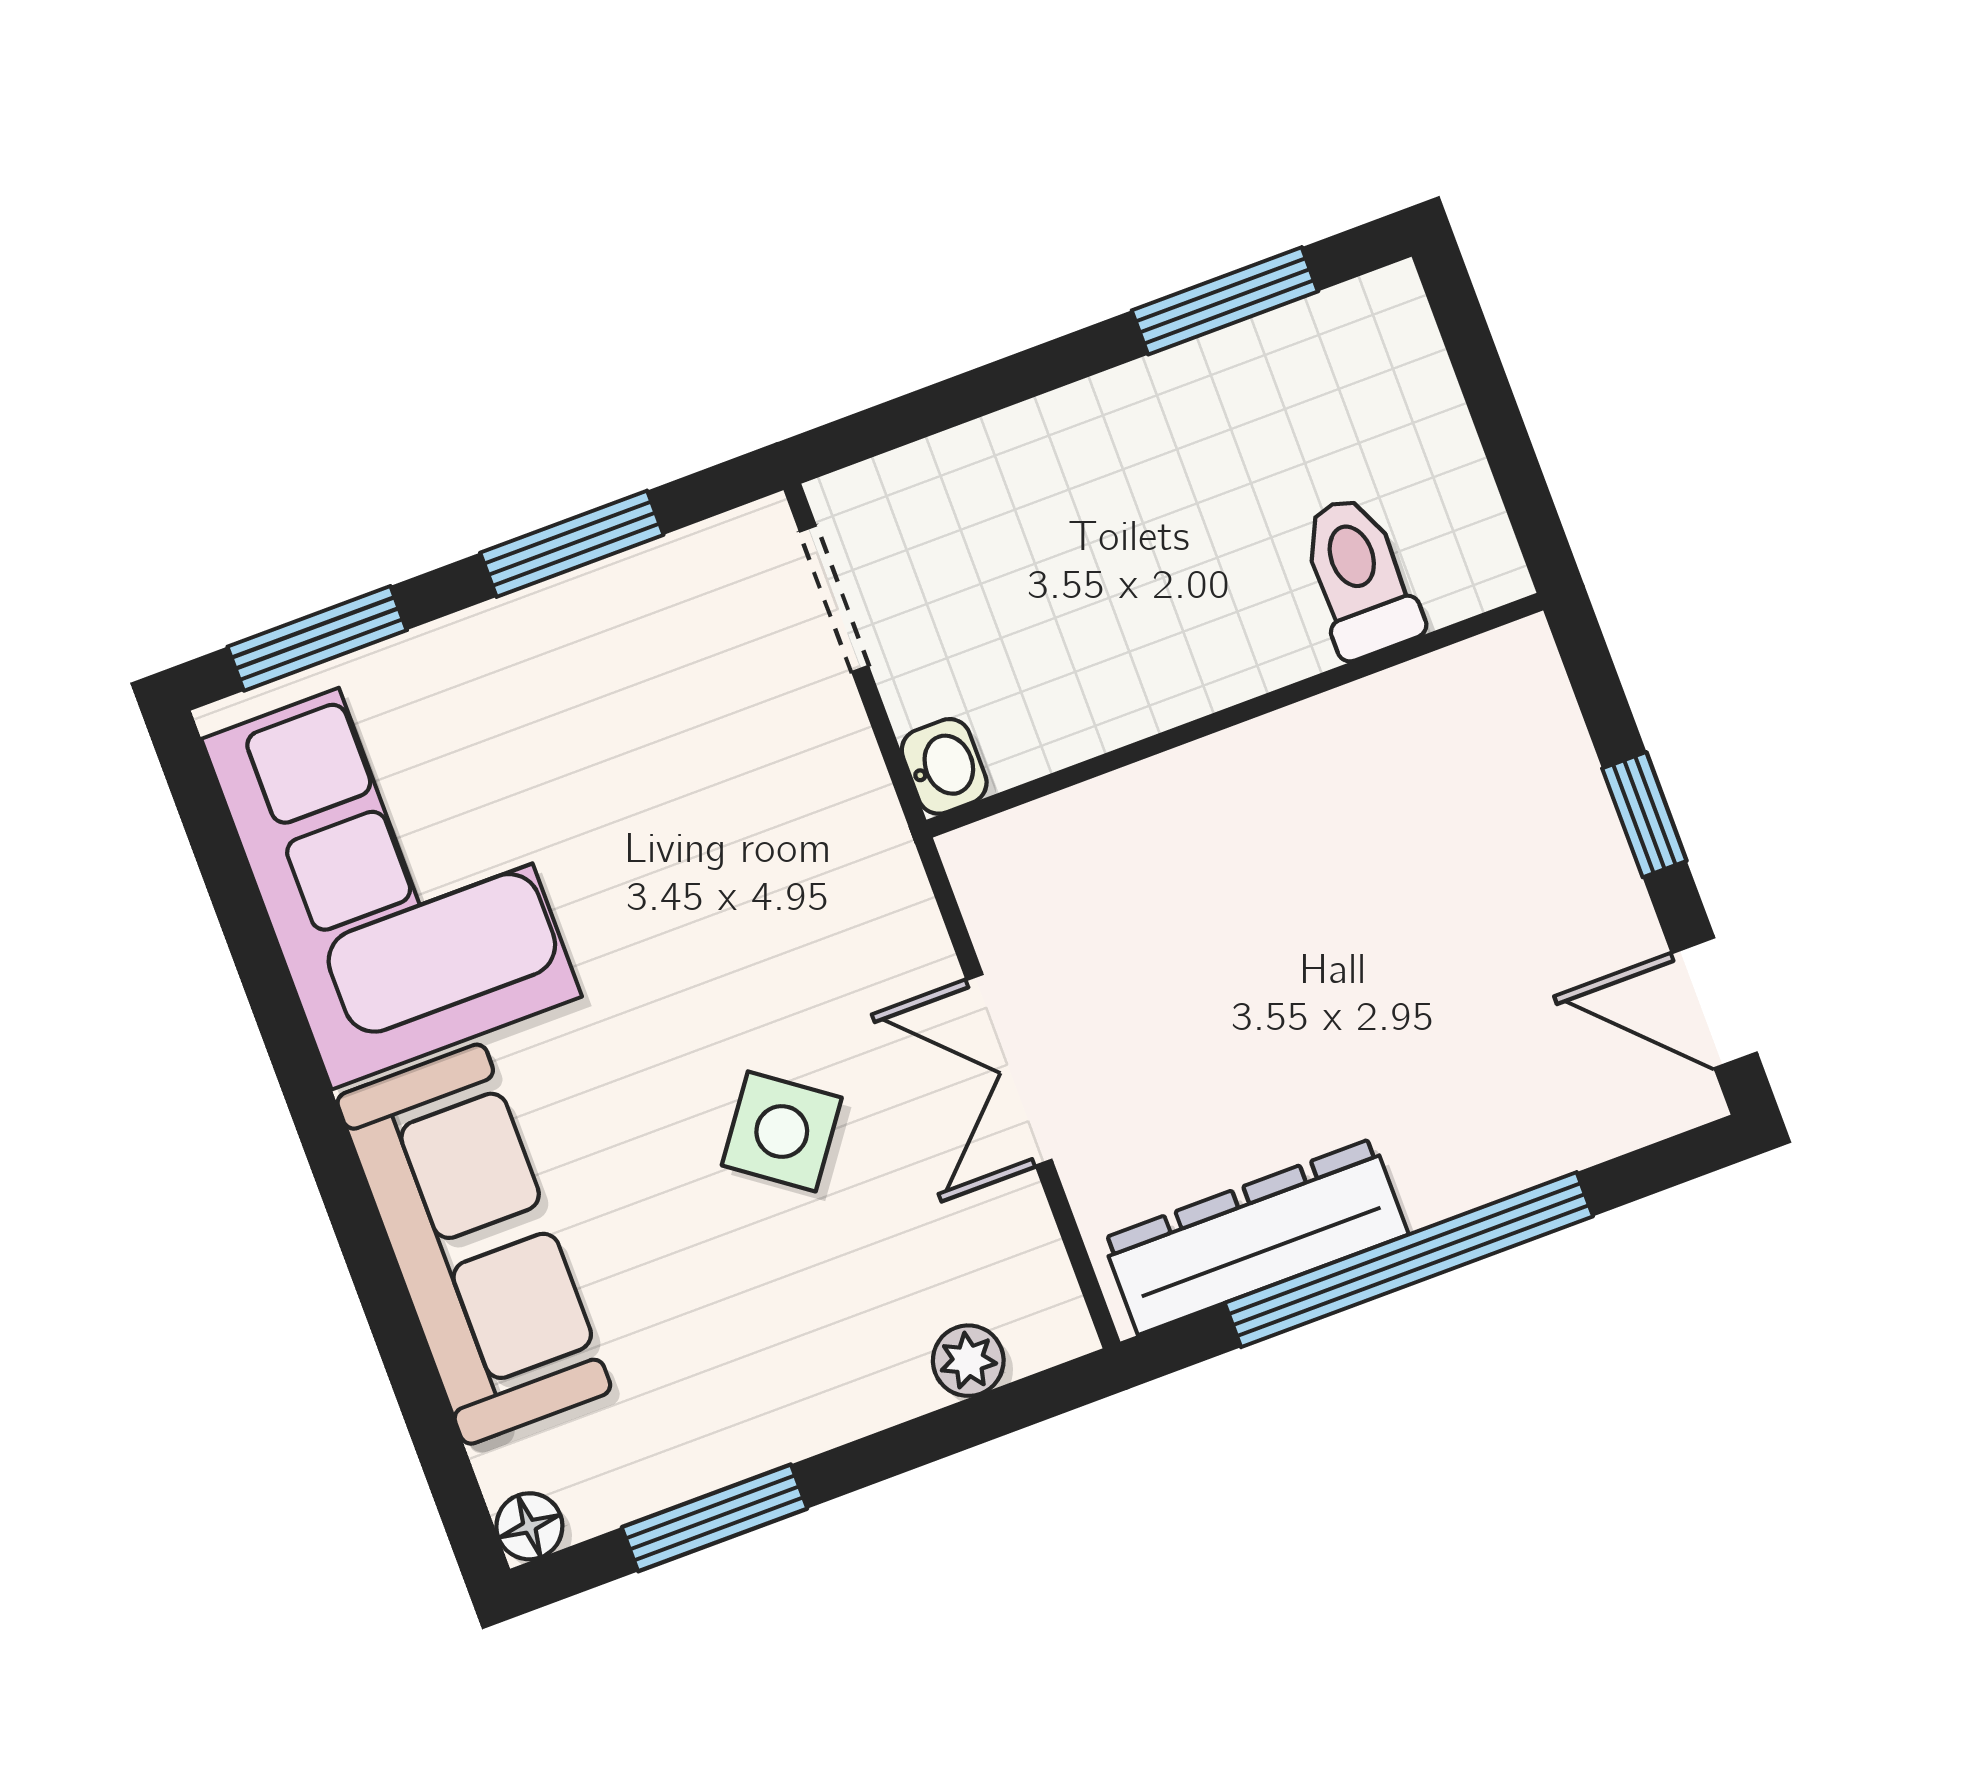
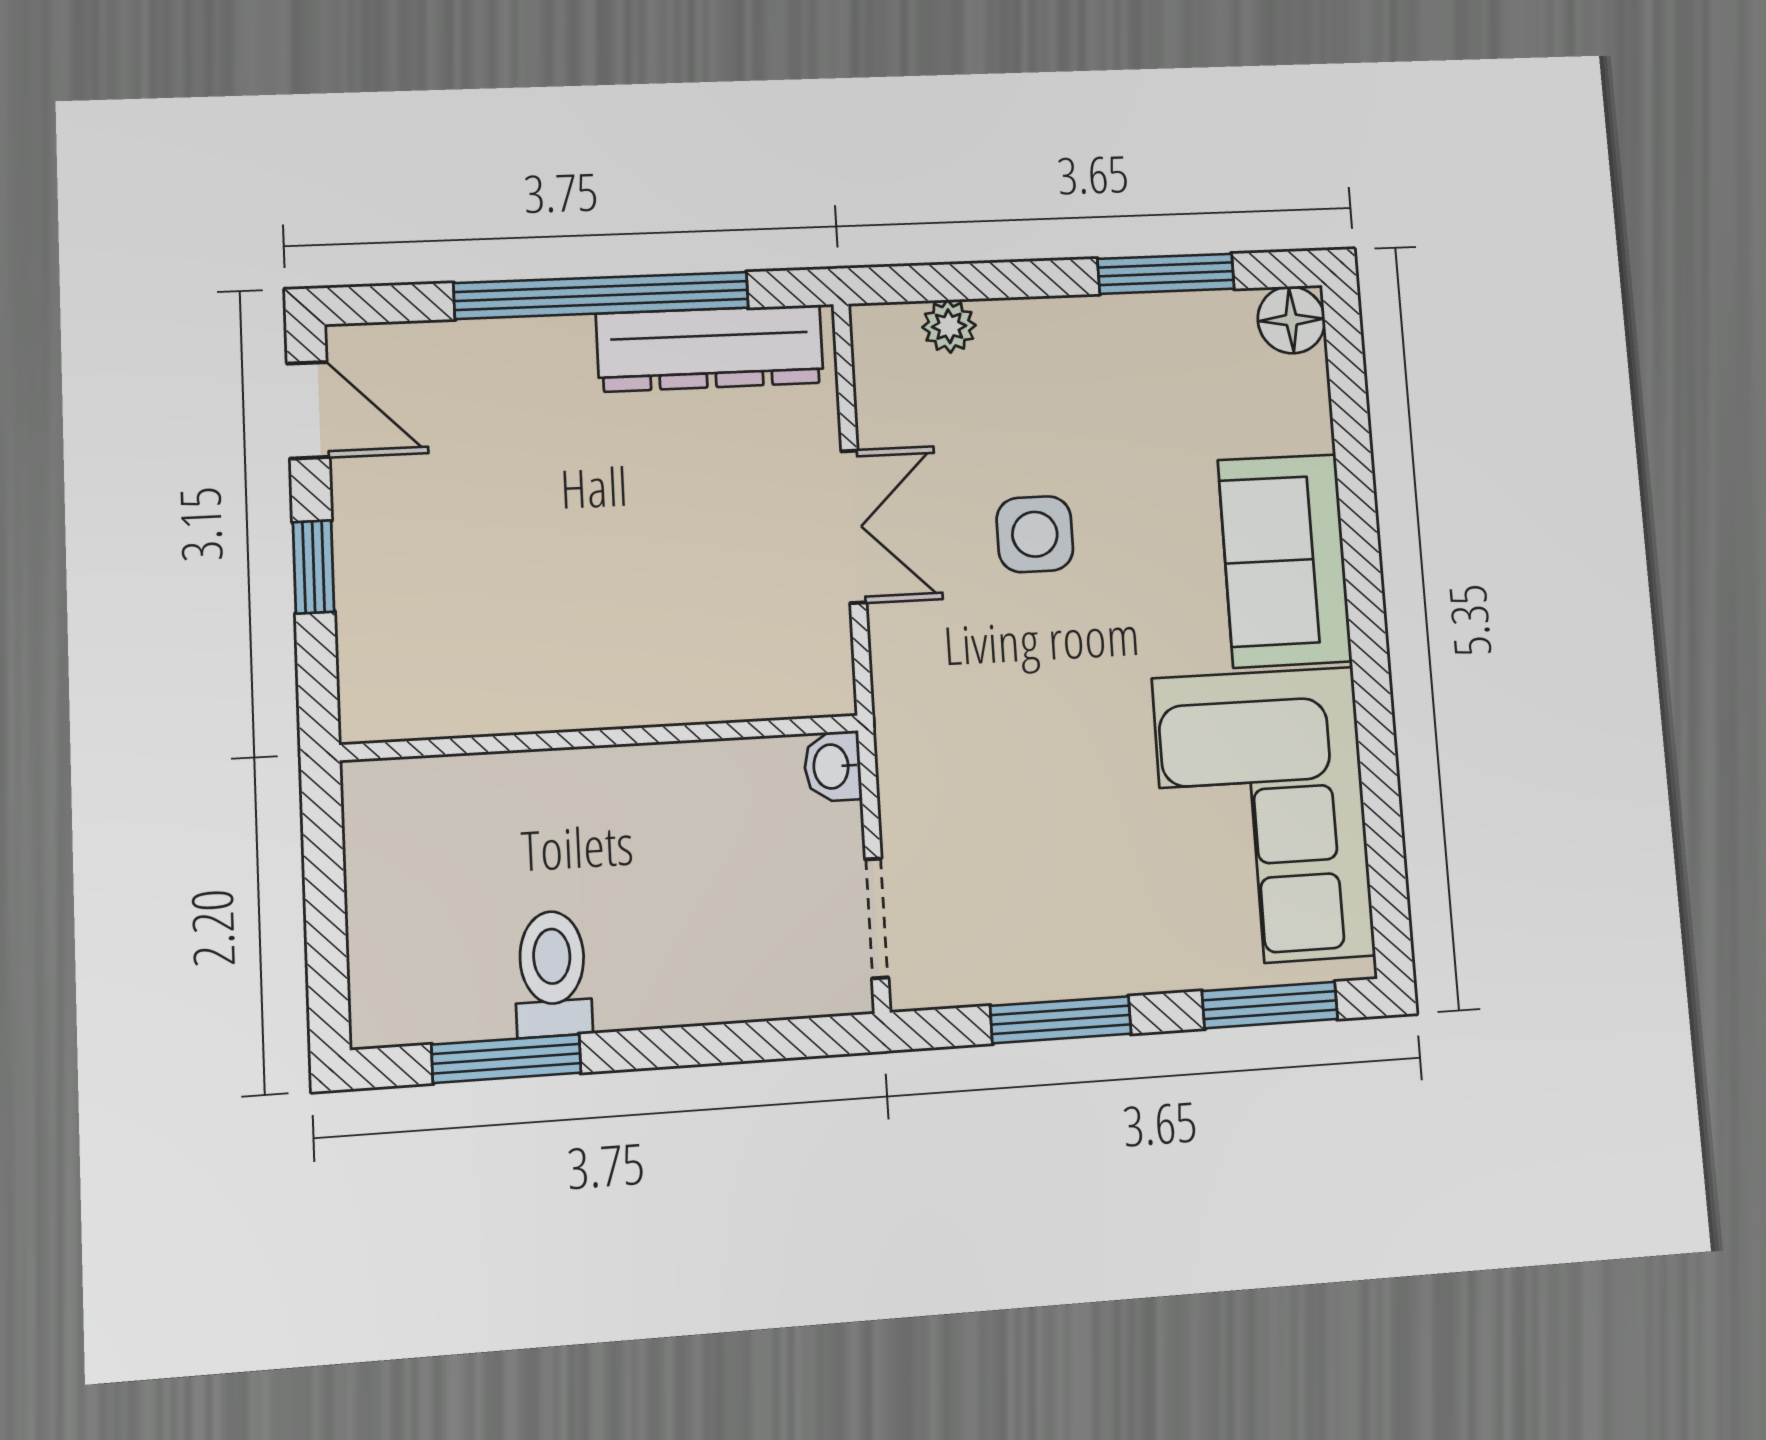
toilet: (1359, 577) -> (553, 974), moved, turned 180
side table: (782, 1131) -> (1035, 534), turned -36
sofa: (474, 1244) -> (1285, 561), width x0.73
floor lamp: (529, 1526) -> (1291, 320), width x1.37, depth x1.37

